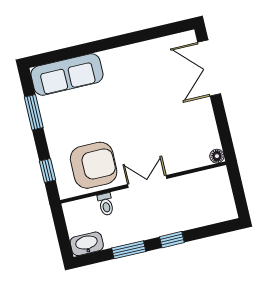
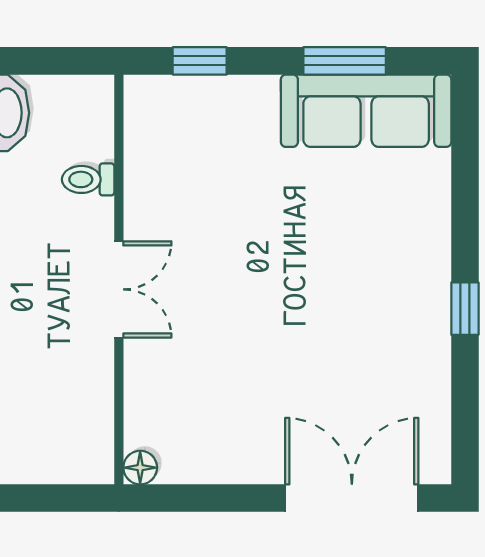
window: (122, 40) -> (465, 309), added
sofa: (67, 74) -> (366, 111), moved, turned -90
armchair: (94, 165) -> (187, 172), removed

